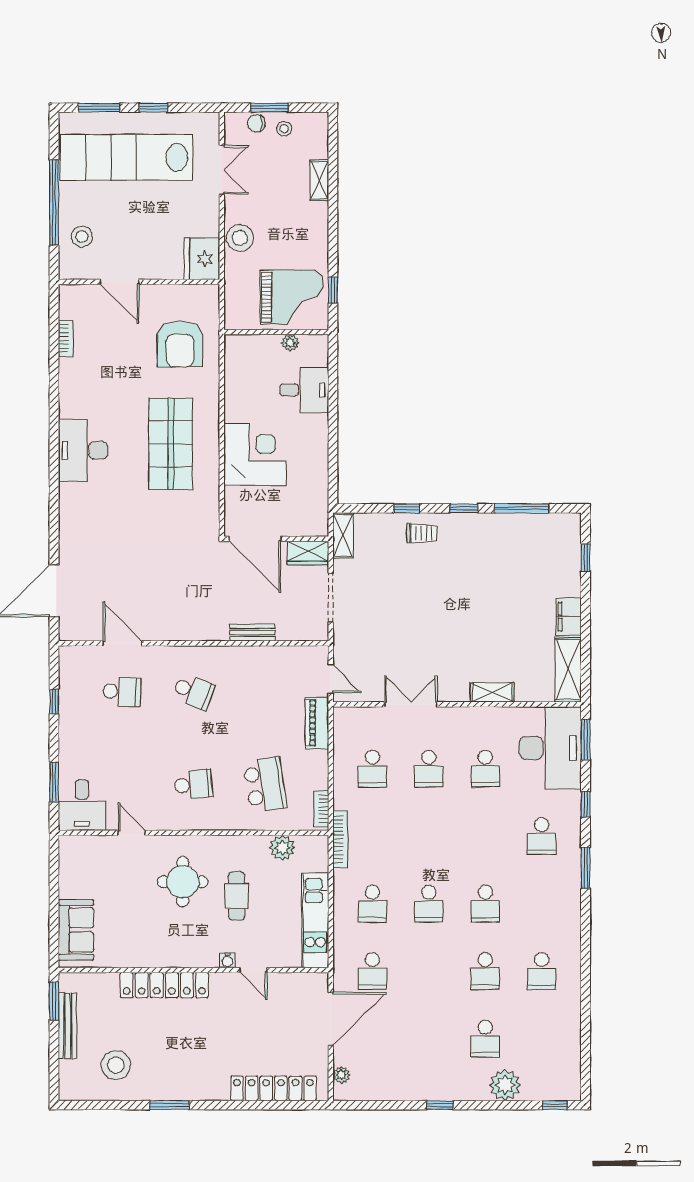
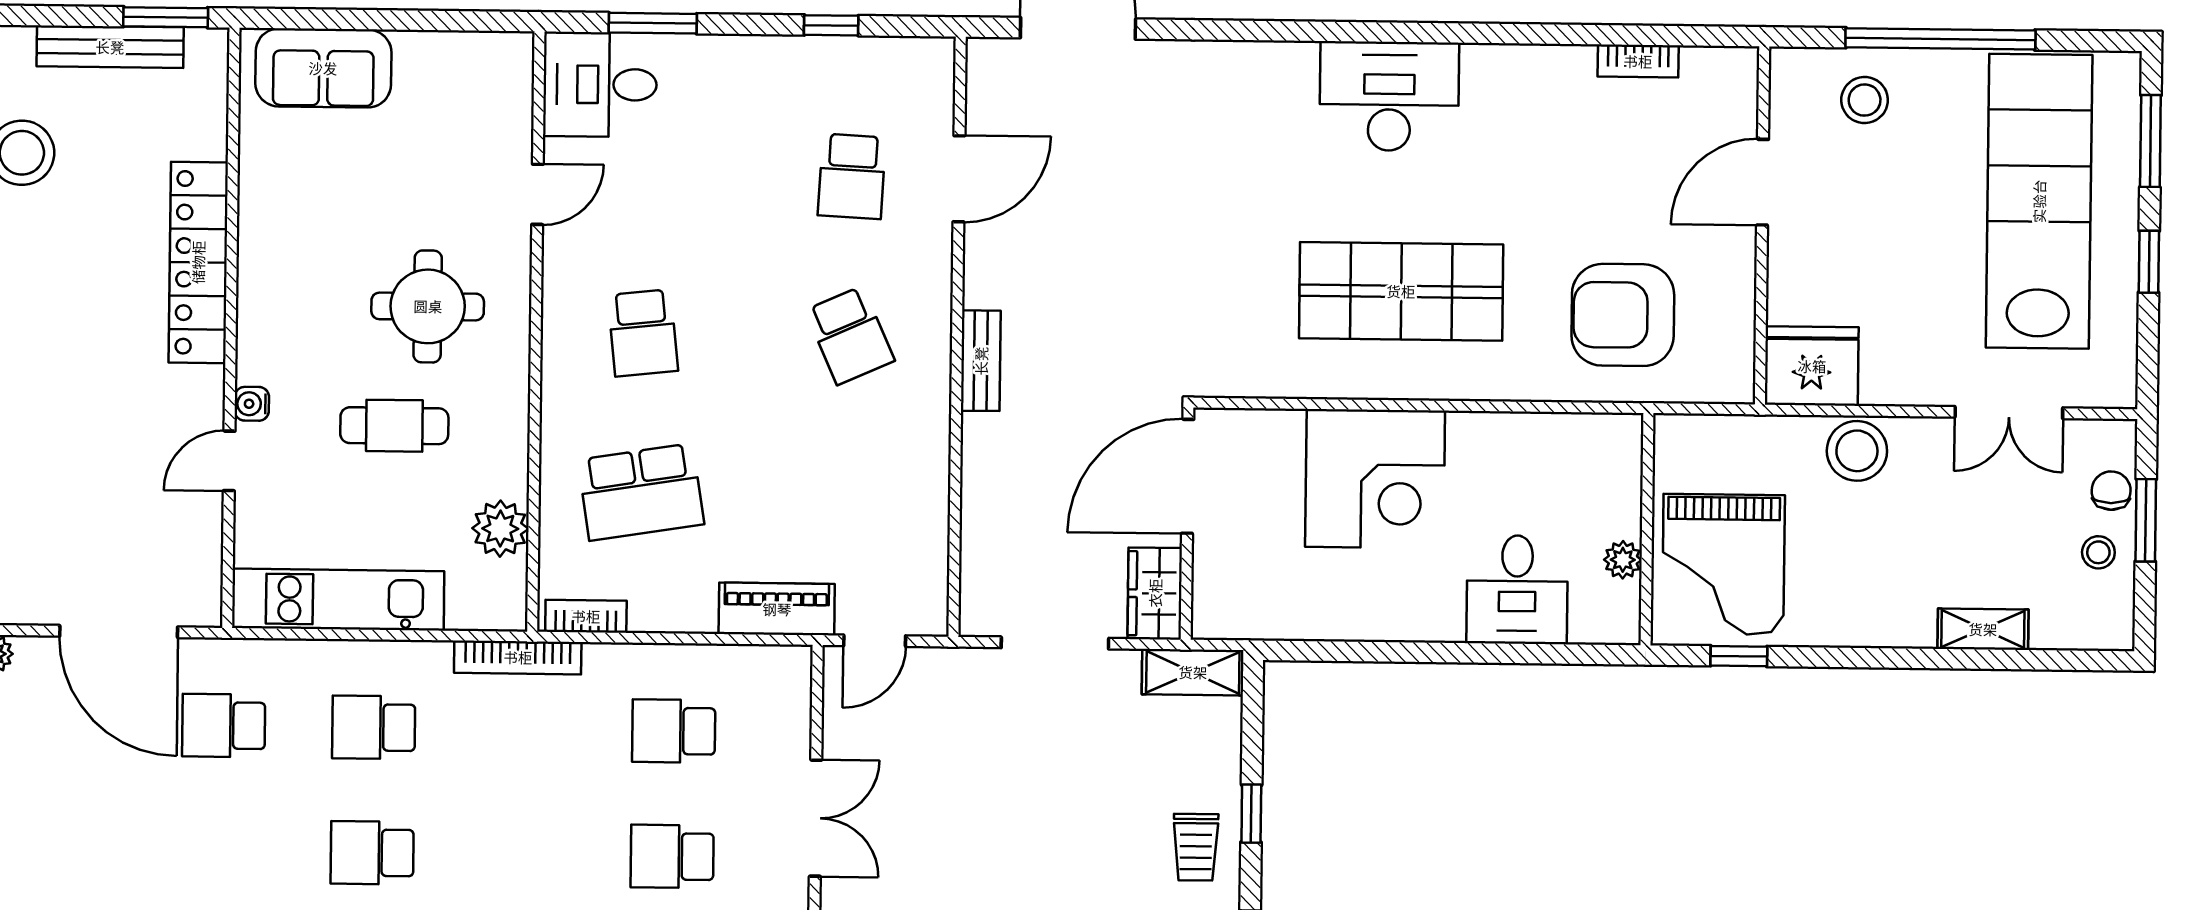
bench: (252, 633) -> (981, 361), moved
school desk: (193, 692) -> (850, 335), turned -45

